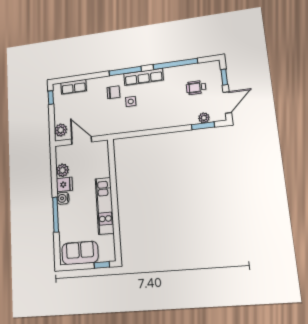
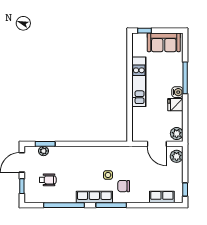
plant: (62, 170) -> (177, 134), moved

